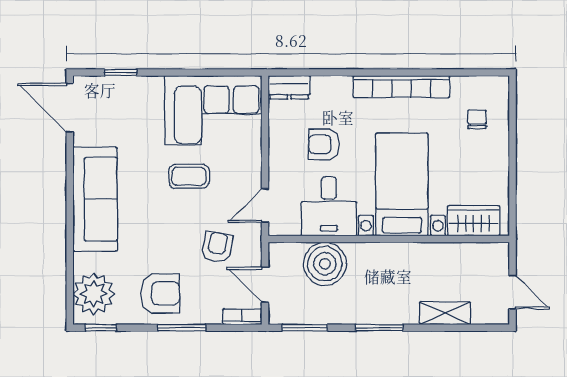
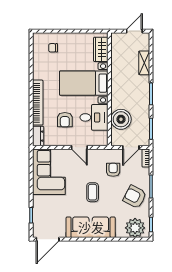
bookcase: (401, 87) -> (38, 103), moved
coffee table: (189, 176) -> (93, 192), moved
door: (265, 205) -> (79, 147), moved
armchair: (217, 247) -> (113, 170), turned 80
armchair: (160, 293) -> (135, 197), turned -63

